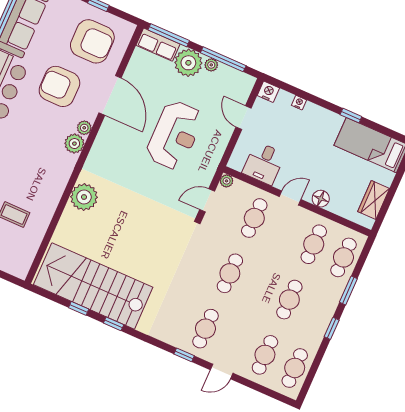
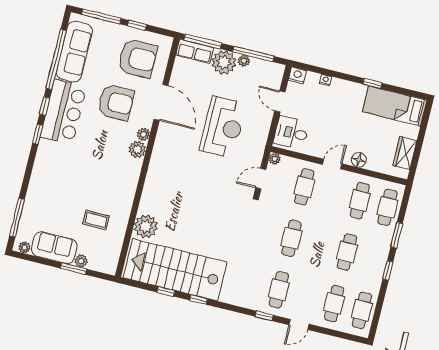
armchair: (59, 86) -> (116, 102), turned 180
desk: (264, 163) -> (291, 133), moved, turned 90
plant: (84, 197) -> (146, 226), moved

